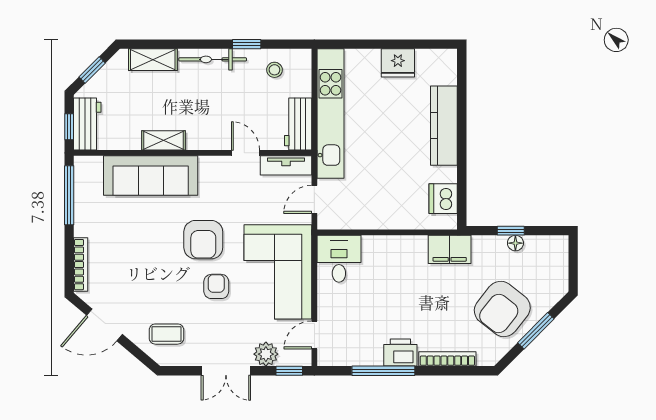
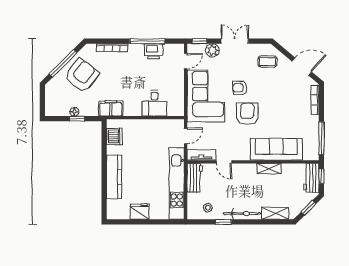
desk: (339, 259) -> (154, 103), moved
armchair: (216, 286) -> (240, 88), turned 90
window: (536, 331) -> (63, 63), width x1.44
printer: (400, 352) -> (154, 51), moved

